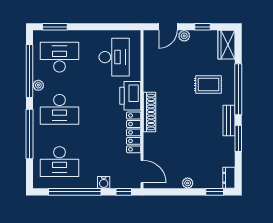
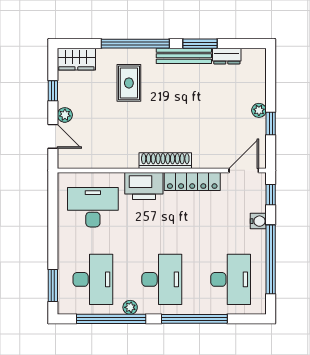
desk: (59, 57) -> (93, 279), turned 180
bench: (229, 120) -> (184, 56), width x1.36
dresser: (229, 178) -> (227, 56), moved
window: (215, 192) -> (271, 123), moved

